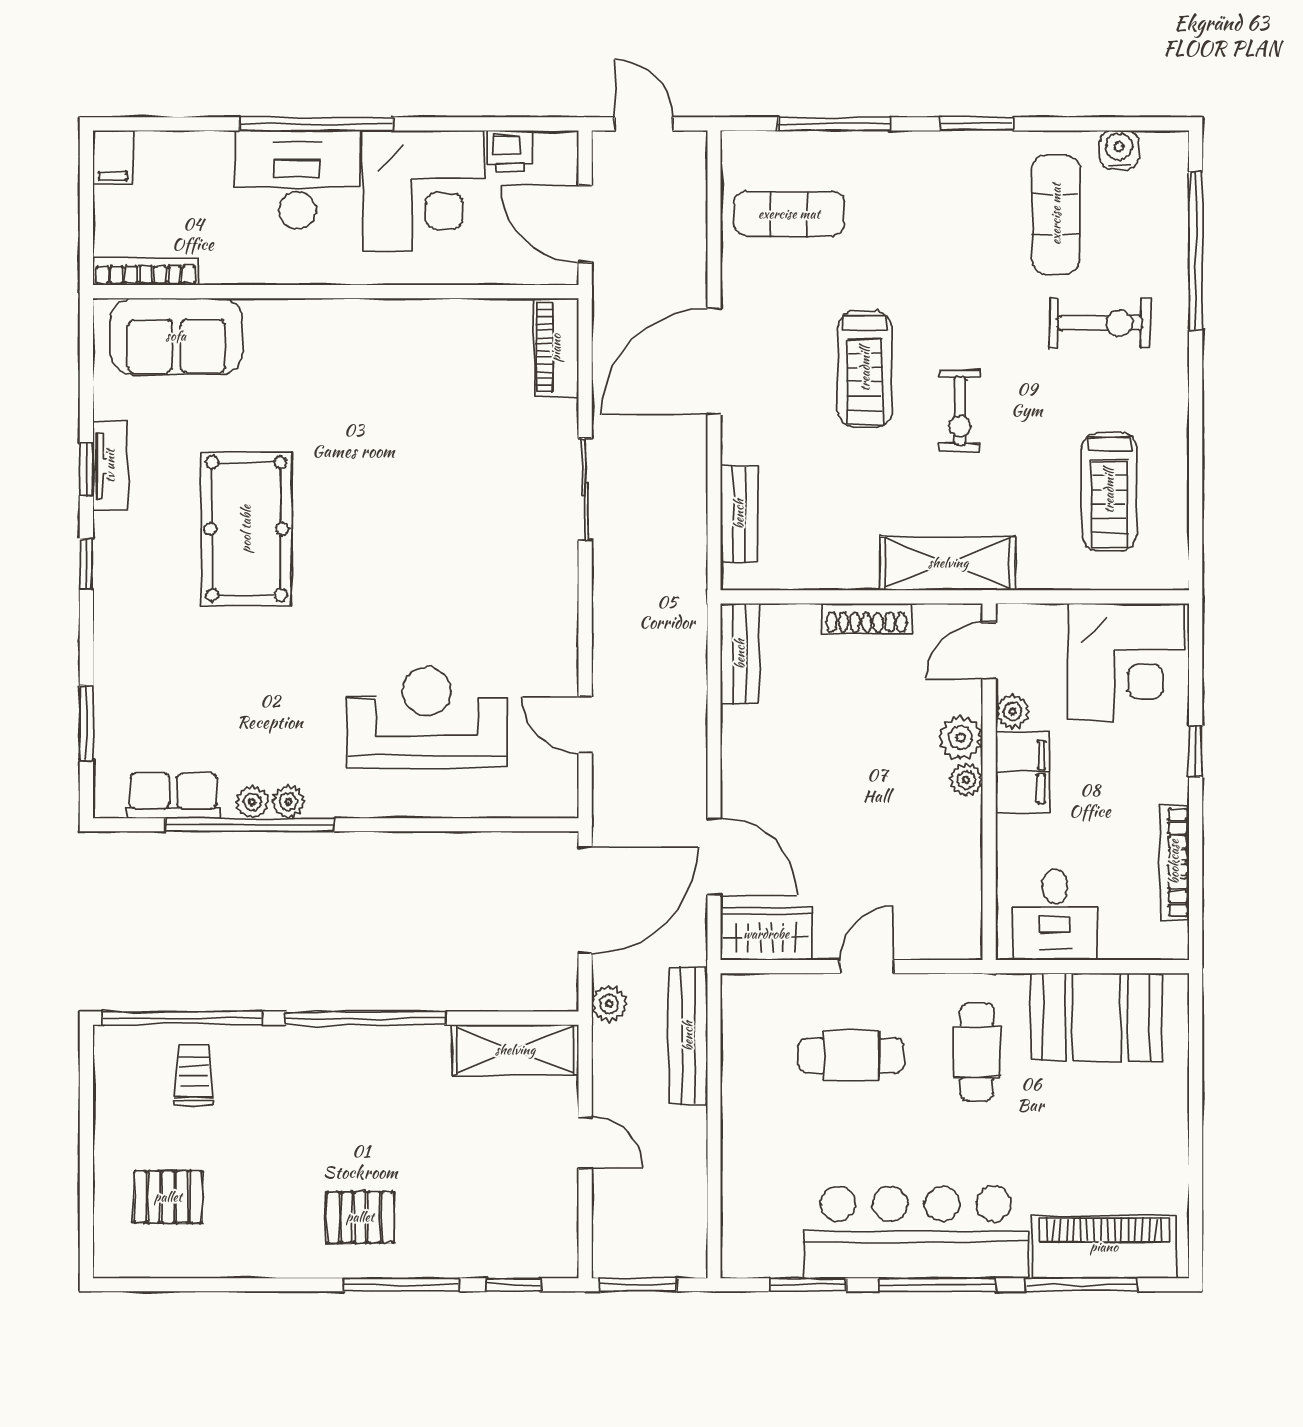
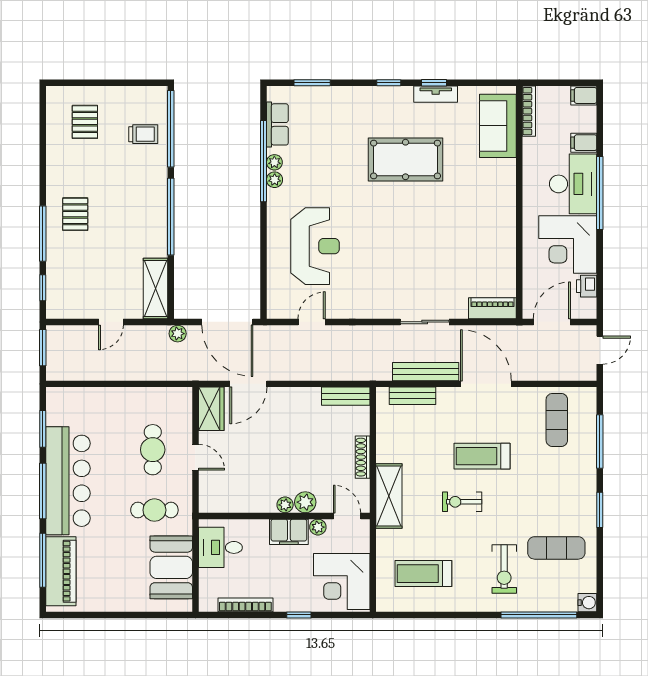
water cooler: (1119, 150) -> (587, 603), moved
filing cabinet: (211, 157) -> (584, 143), added
bench: (688, 1036) -> (426, 372), moved

